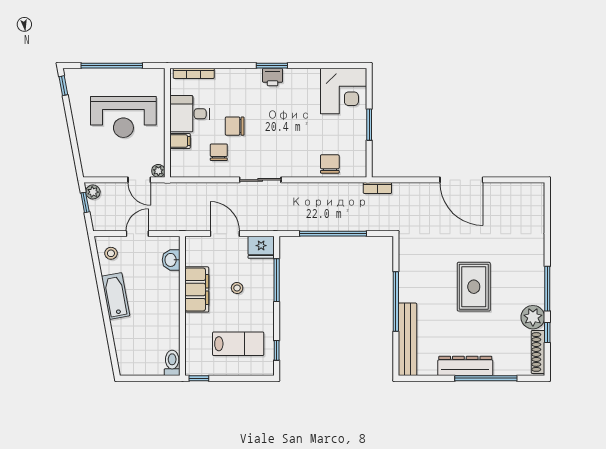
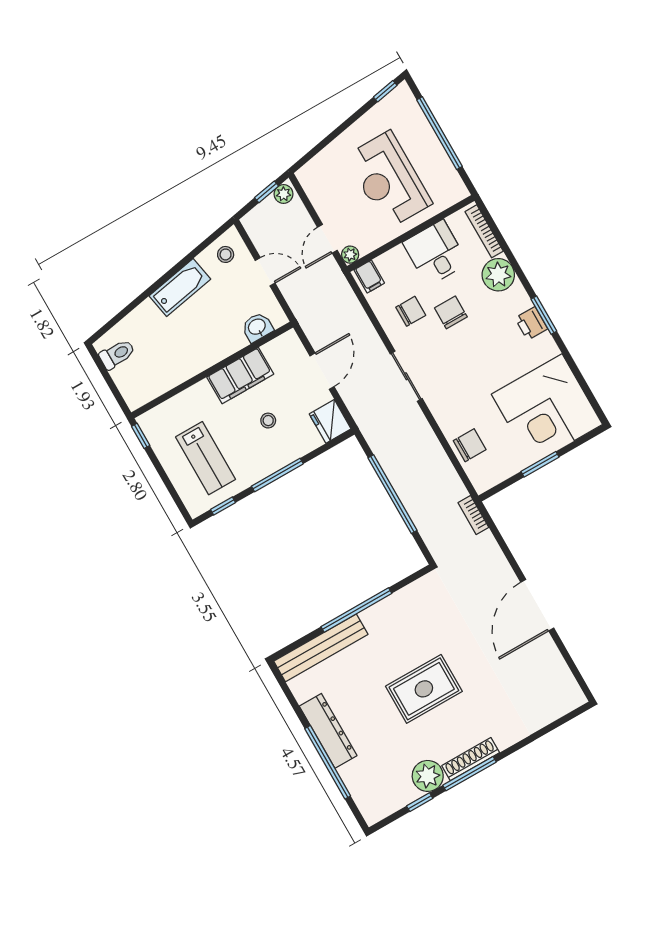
plant: (228, 80) -> (498, 275), added
corner desk: (344, 91) -> (547, 409), width x1.36, depth x1.36
filing cabinet: (180, 141) -> (369, 276), moved
window: (277, 280) -> (277, 475), moved
shoe rack: (538, 352) -> (471, 759), moved
toilet: (172, 363) -> (117, 354), moved

